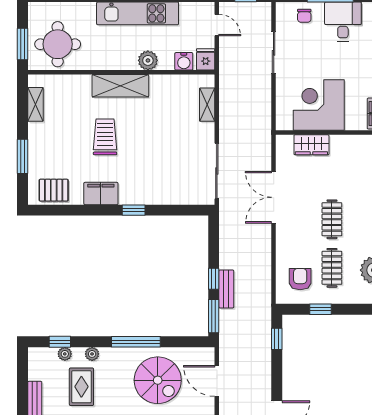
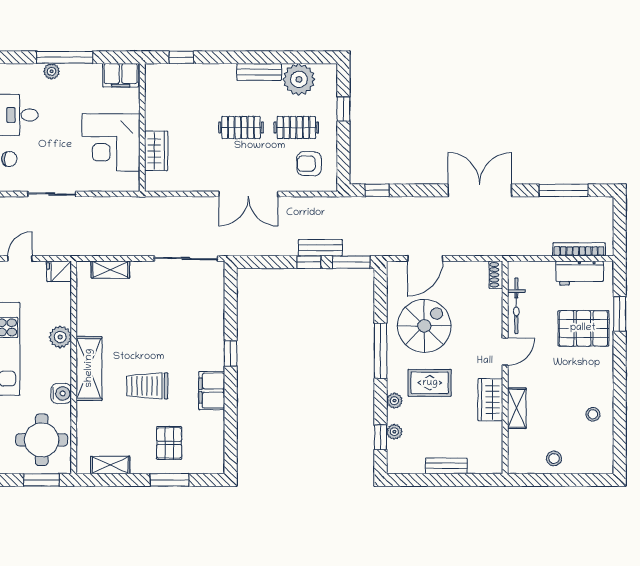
water cooler: (184, 61) -> (61, 394), moved
pallet: (54, 190) -> (169, 443), moved
double door: (274, 197) -> (248, 194), moved
window: (320, 309) -> (343, 109), moved
rug: (81, 387) -> (430, 383), moved

